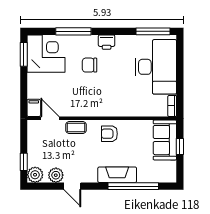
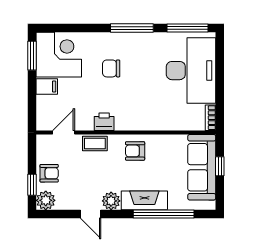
window: (73, 31) -> (132, 28), moved
printer: (107, 42) -> (104, 122), moved, turned 180
filing cabinet: (34, 108) -> (47, 86), moved, turned 90
door: (50, 118) -> (64, 132), hinge flipped
sofa: (165, 140) -> (202, 167), width x1.36
armchair: (38, 152) -> (49, 173), added
plant: (56, 175) -> (111, 201), moved

